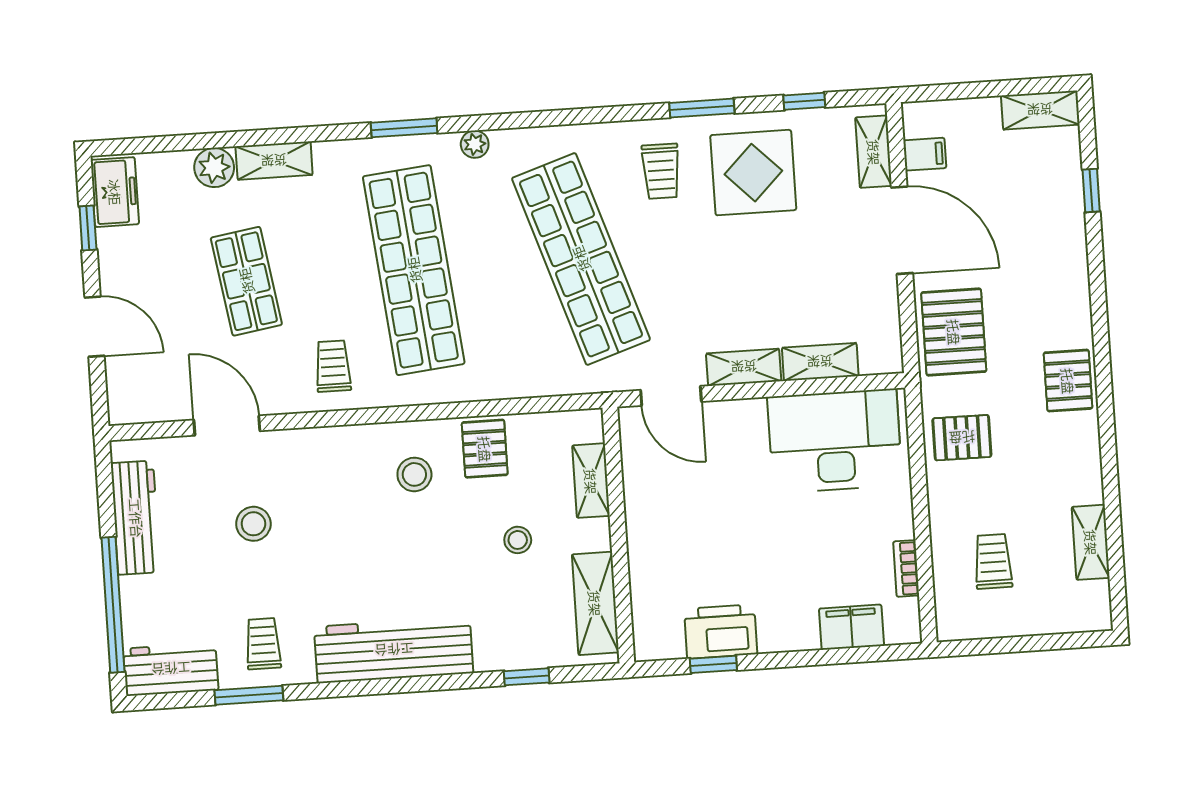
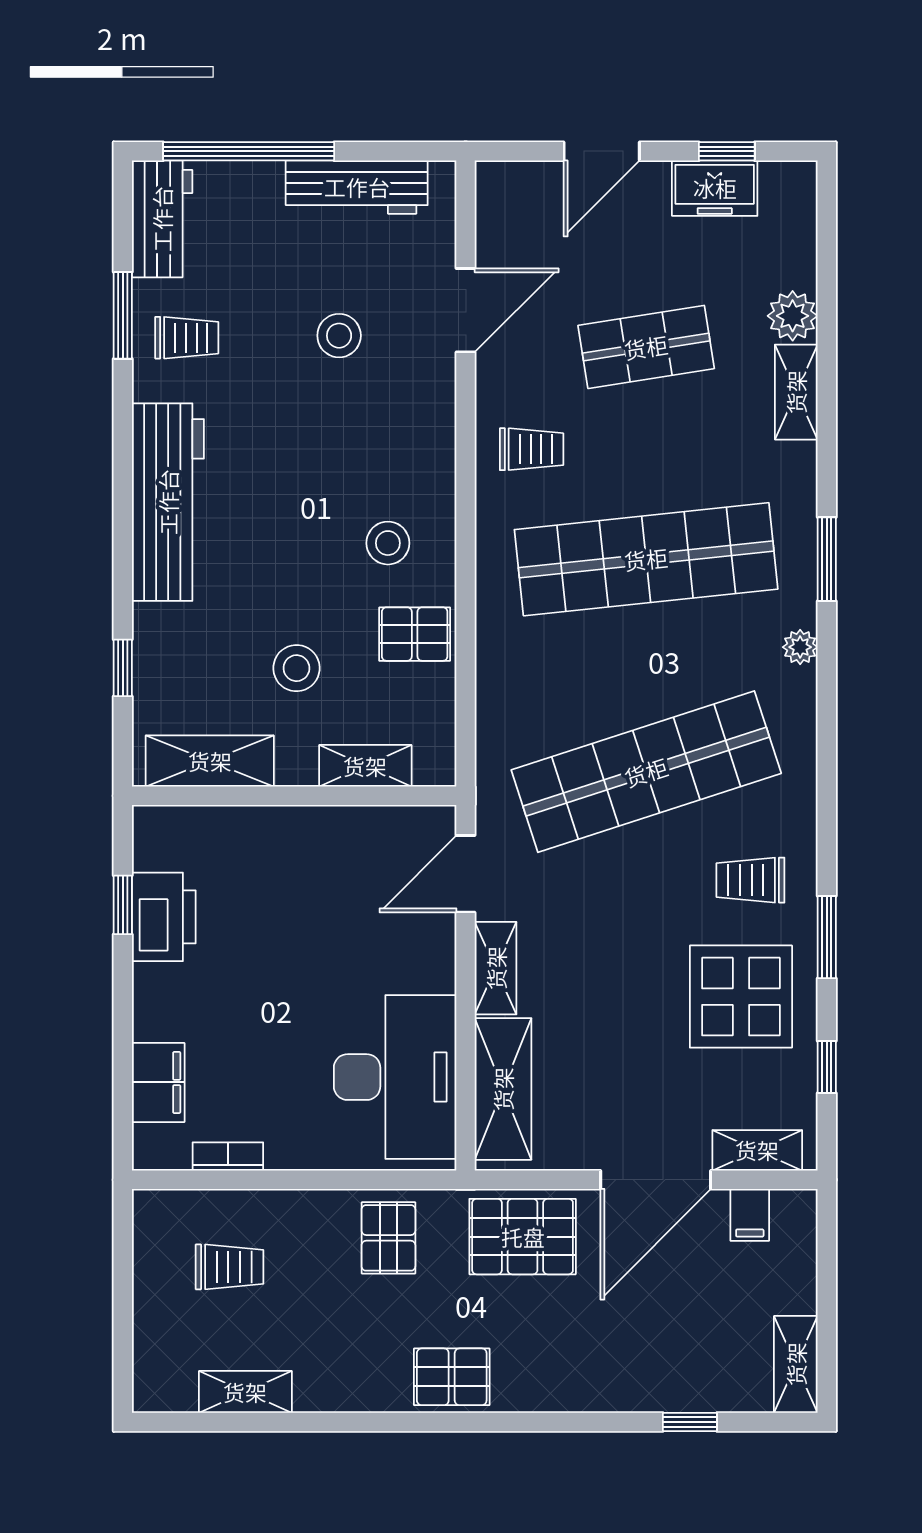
freezer: (115, 192) -> (715, 188), moved
shelving: (820, 362) -> (503, 1089), width x1.50, depth x1.33
stool: (518, 540) -> (296, 668), width x1.37, depth x1.37

